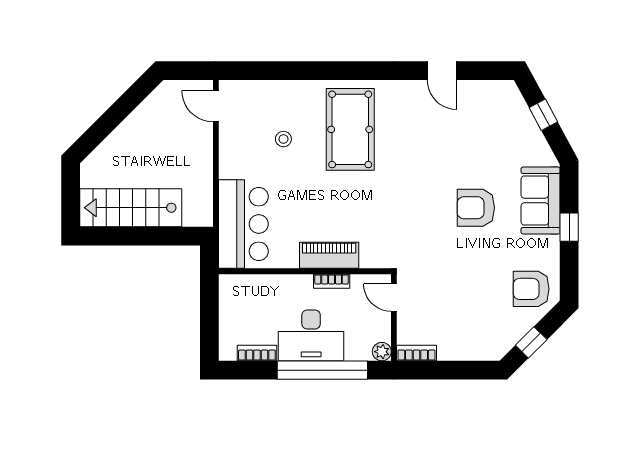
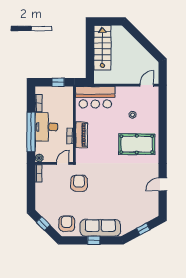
sofa: (541, 200) -> (100, 228), width x1.36
armchair: (476, 208) -> (79, 183), moved
window: (209, 308) -> (58, 82), added

